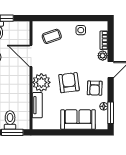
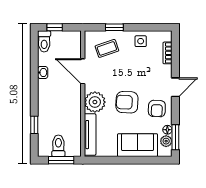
window: (58, 18) -> (114, 27), added
plant: (103, 56) -> (166, 141), moved
armchair: (69, 83) -> (127, 102), turned -80
tv unit: (37, 105) -> (90, 135), width x1.41

